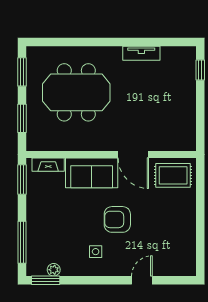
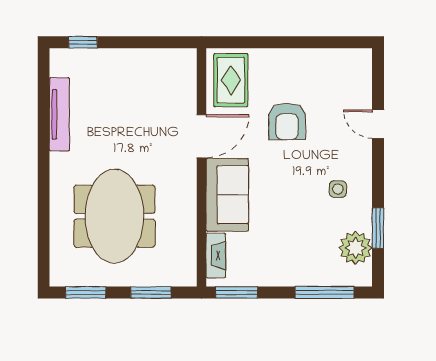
tv unit: (141, 53) -> (59, 114), width x1.41
armchair: (117, 219) -> (287, 122), moved
plant: (54, 270) -> (356, 248), width x1.87, depth x1.87
window: (46, 280) -> (378, 228), moved

